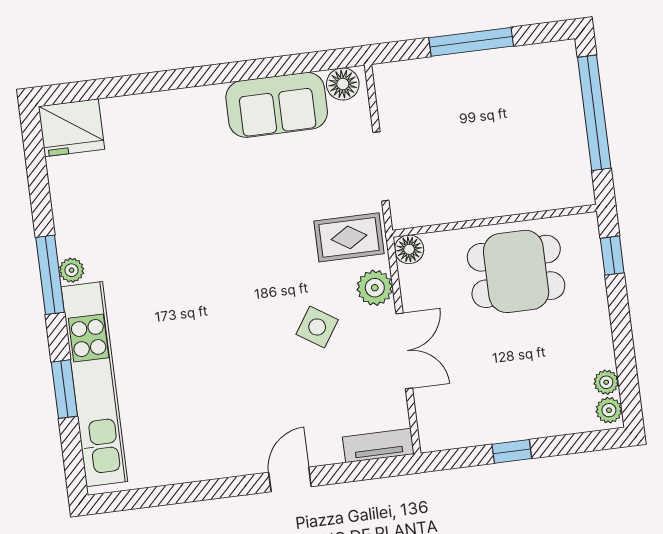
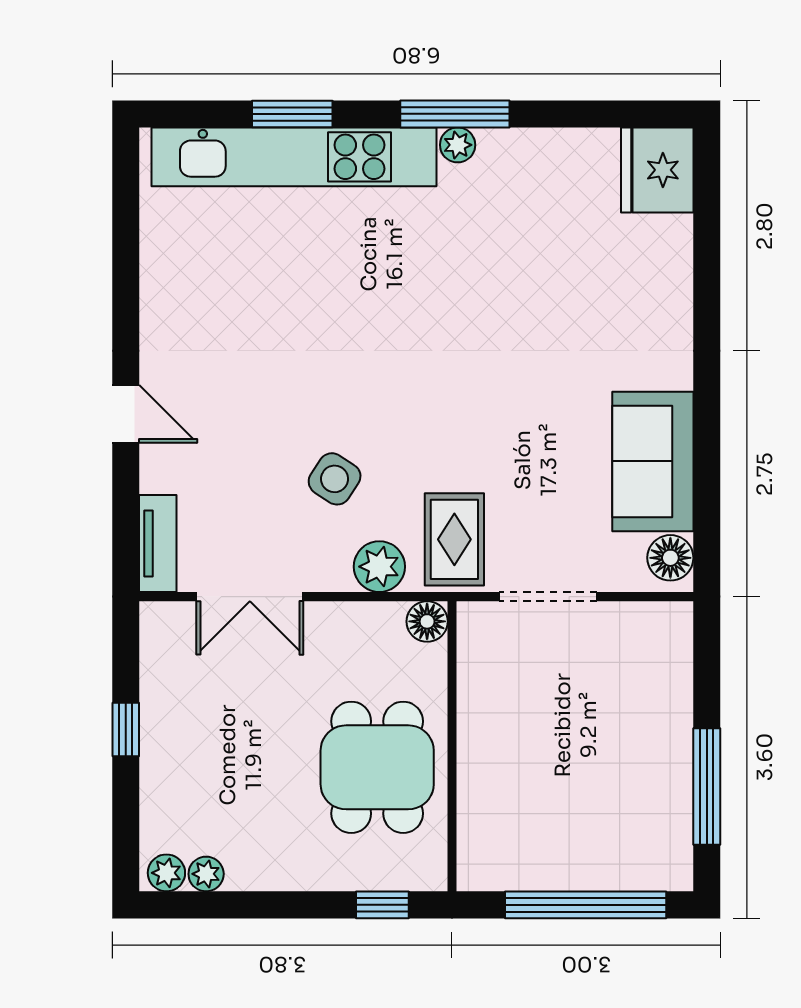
window: (471, 42) -> (707, 787), moved
double door: (404, 351) -> (250, 597), moved

